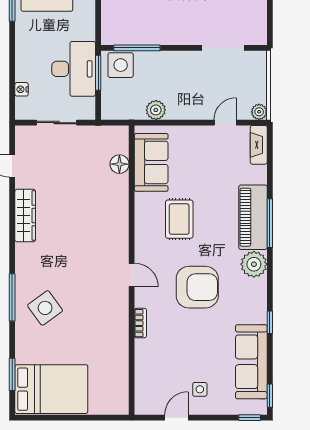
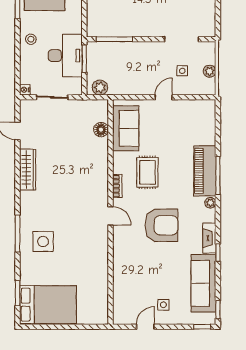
stool: (29, 48) -> (31, 39), added
side table: (121, 65) -> (182, 71), moved, width x0.54, depth x0.54
nightstand: (22, 89) -> (25, 90), moved
plant: (156, 110) -> (100, 88), moved
plant: (259, 112) -> (210, 71), moved
door: (225, 123) -> (164, 97), moved
fireplace: (259, 145) -> (209, 238), moved
plant: (254, 264) -> (210, 203), width x0.53, depth x0.53
side table: (45, 308) -> (43, 241), turned 36
bookcase: (140, 323) -> (117, 186), moved

